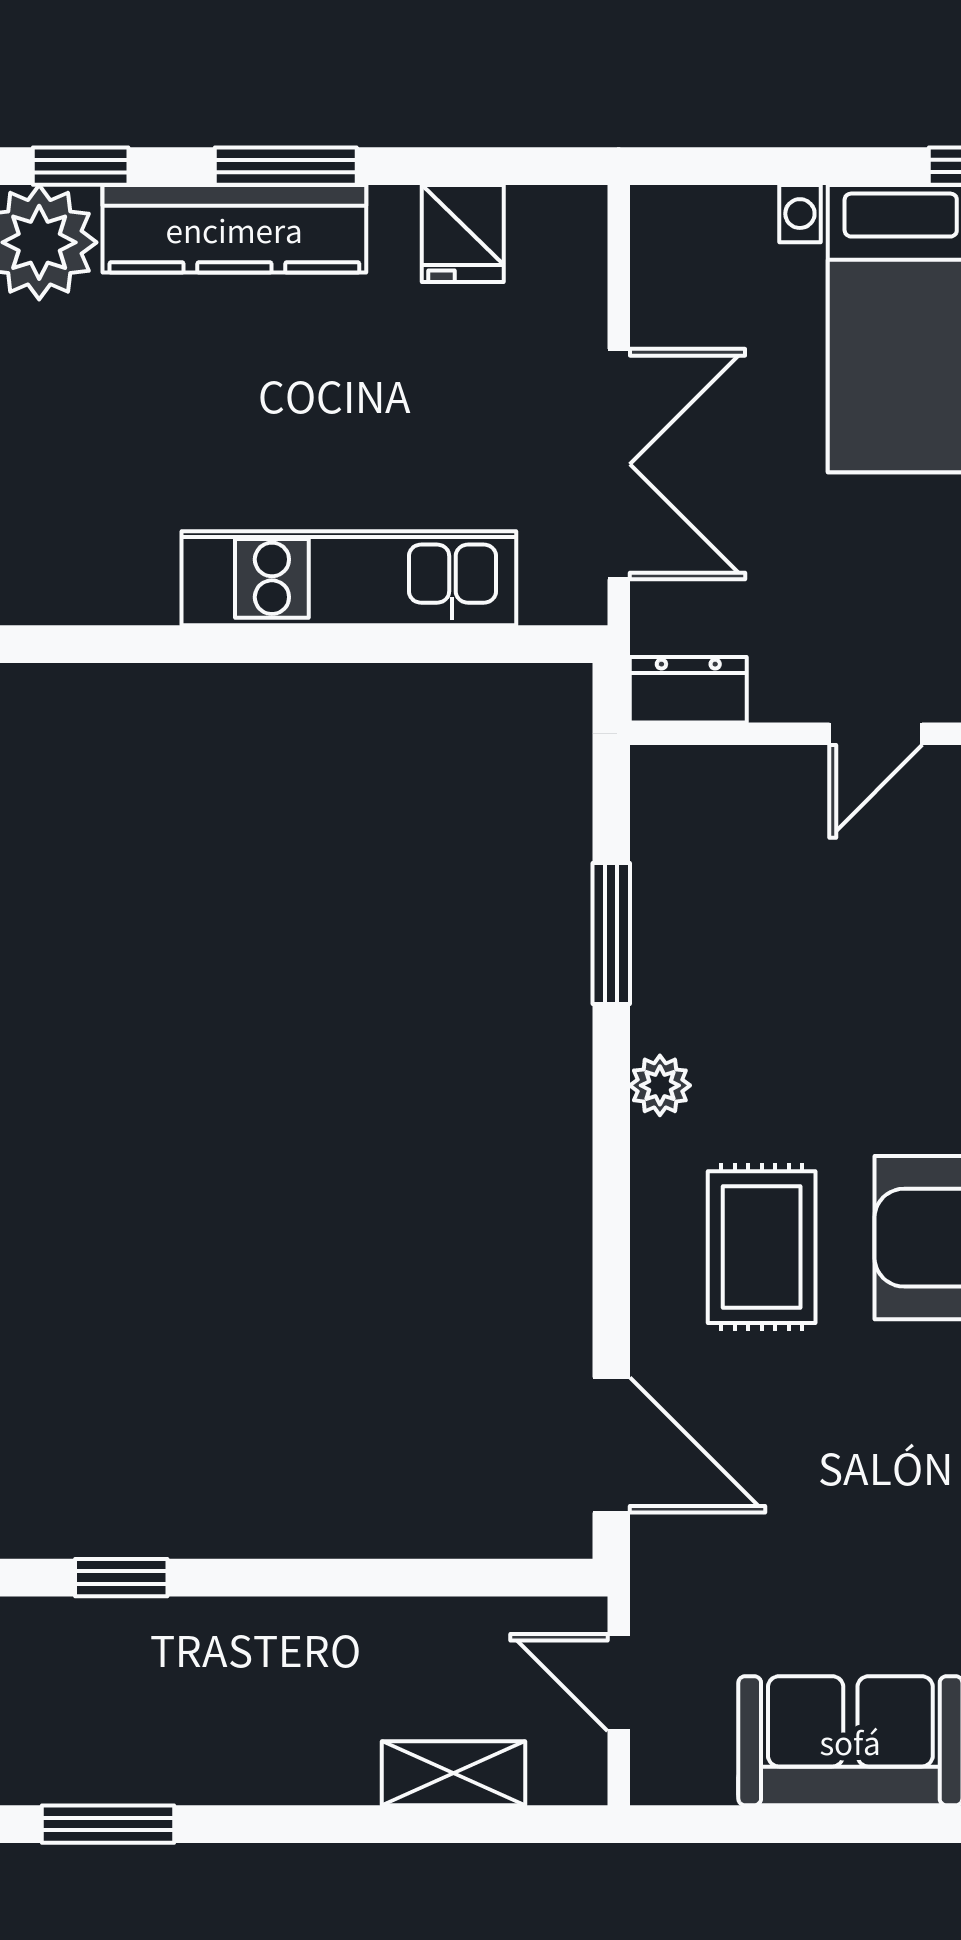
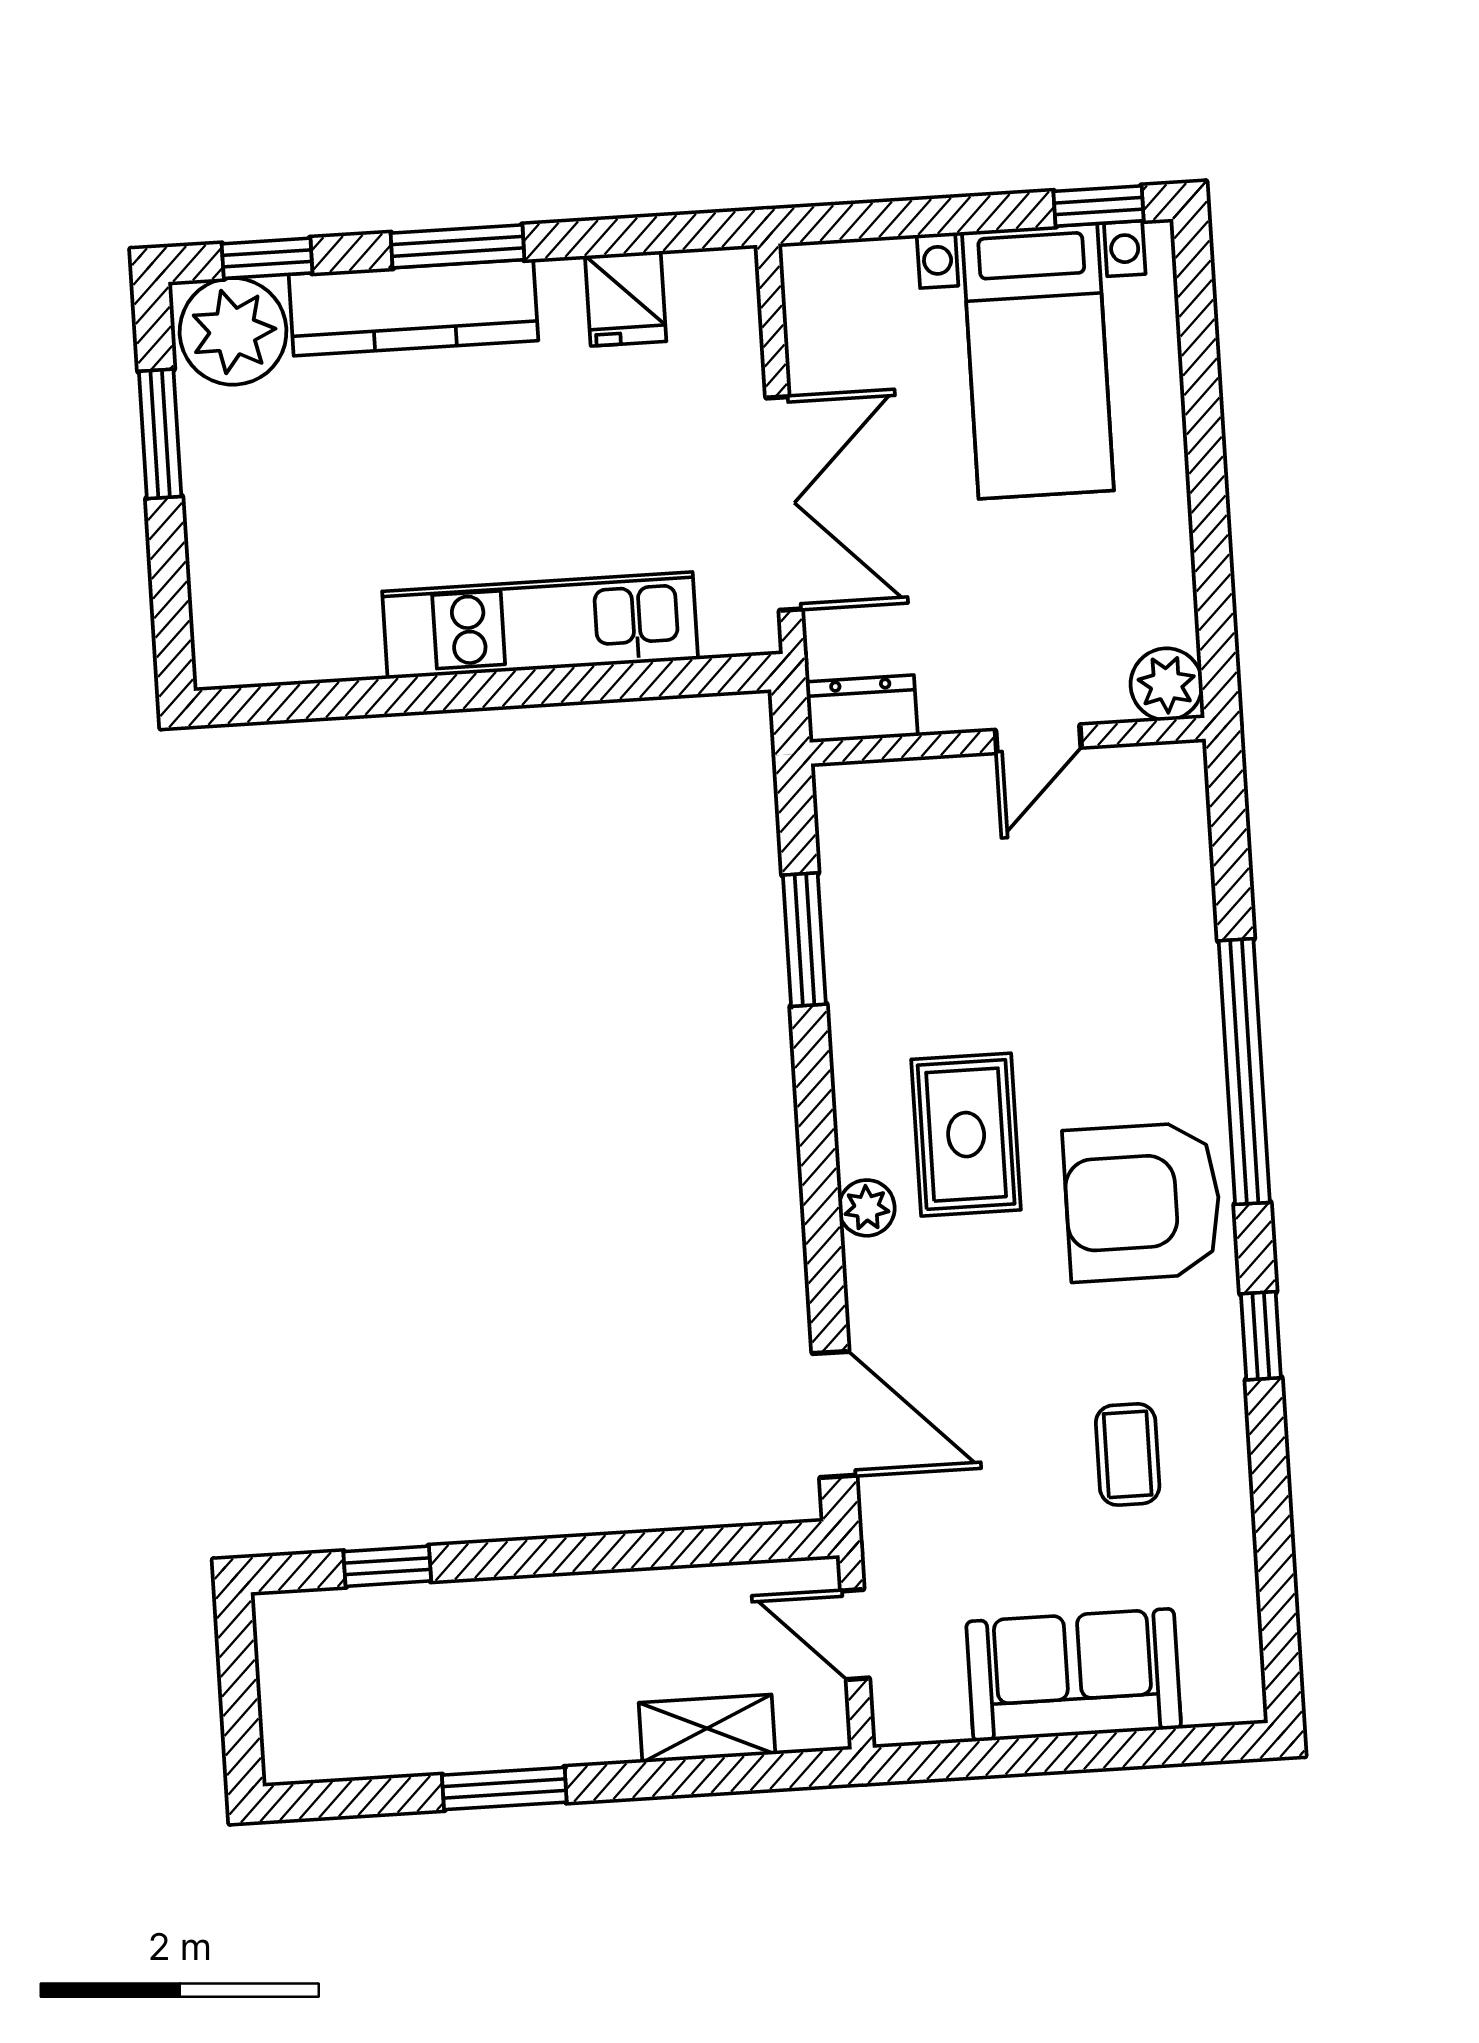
plant: (660, 1085) -> (867, 1208), moved
rug: (762, 1247) -> (966, 1135), moved
coffee table: (923, 1508) -> (1128, 1454), added
window: (108, 1824) -> (504, 1789), moved

